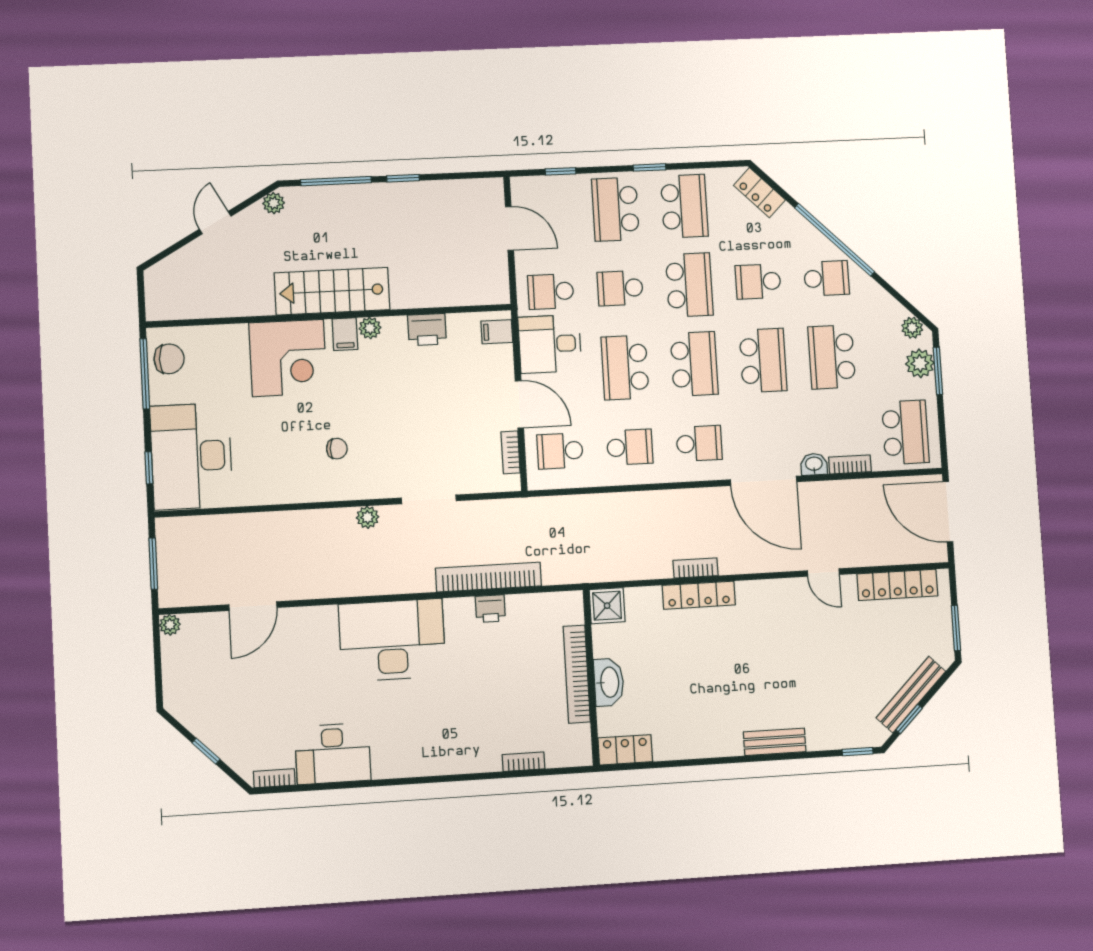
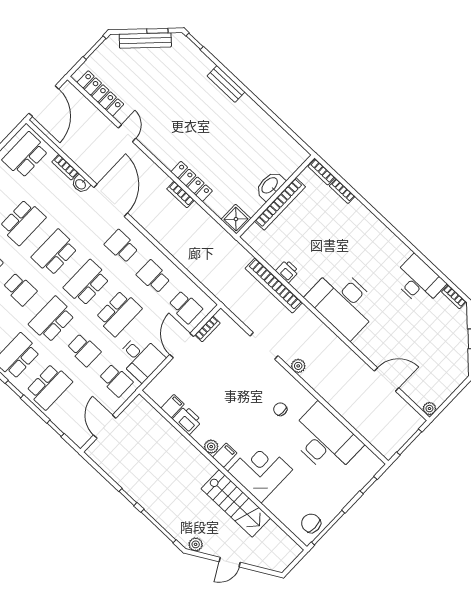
stairs: (332, 291) -> (236, 503), moved
filing cabinet: (497, 332) -> (172, 406), moved, turned -90
desk: (191, 456) -> (325, 440), moved, turned -90
locker: (625, 750) -> (294, 150), removed
bookcase: (569, 758) -> (322, 172), added

